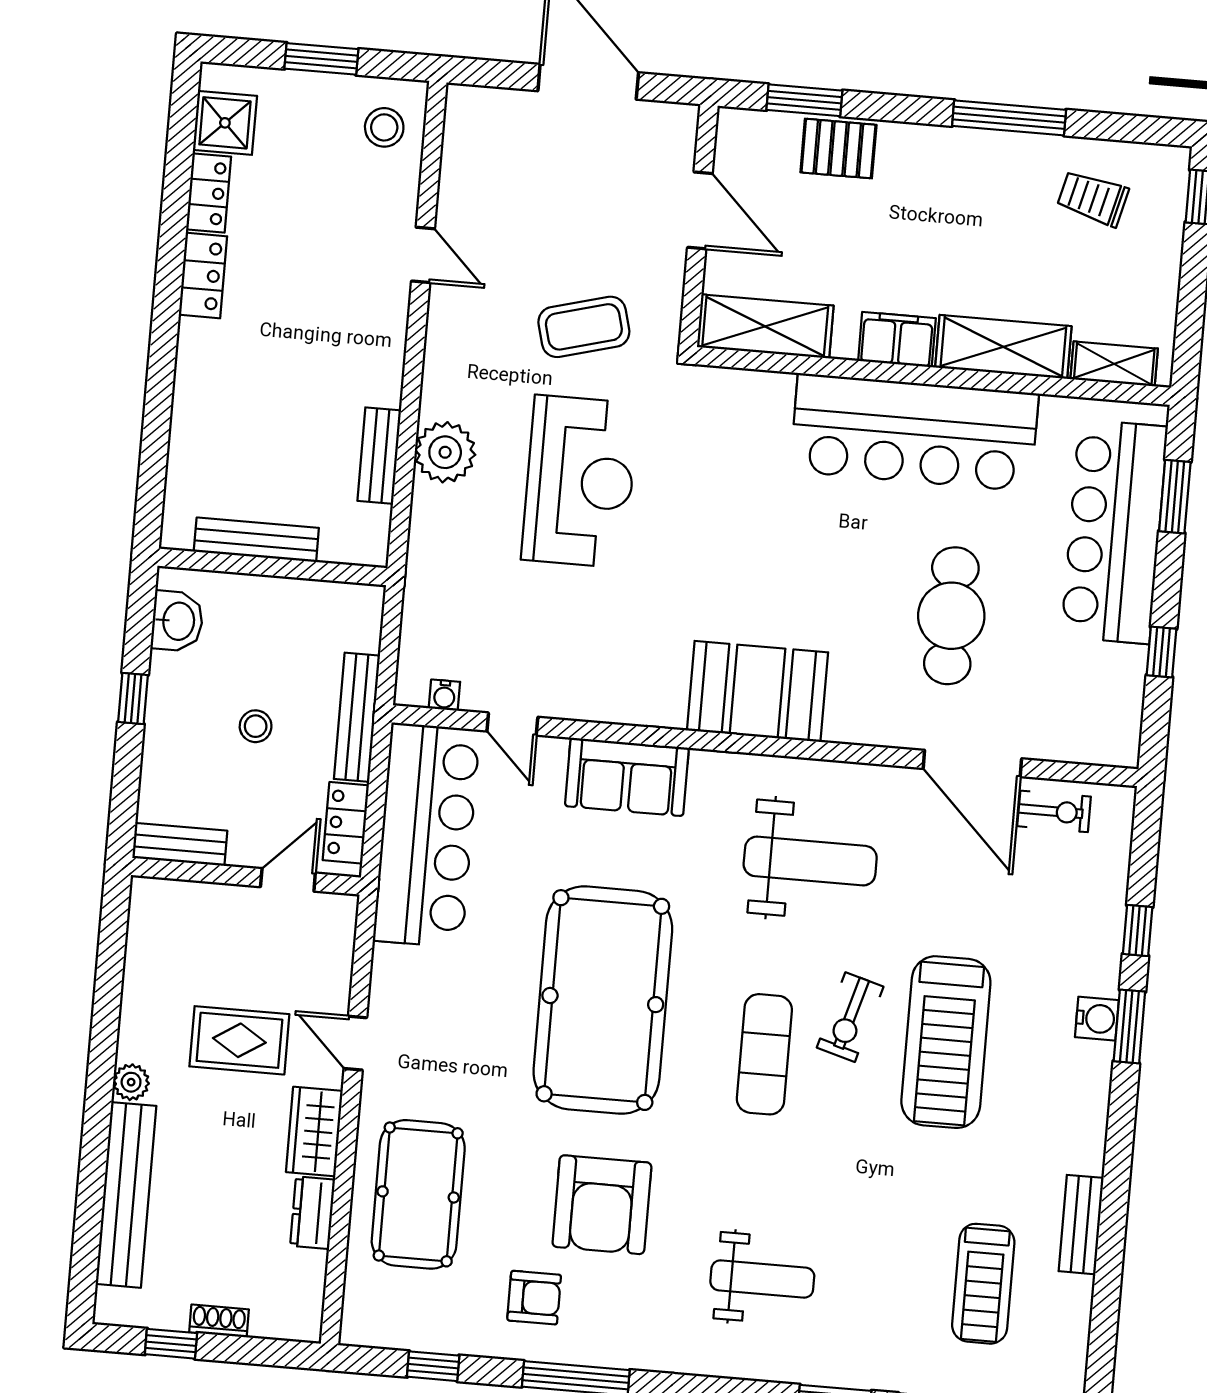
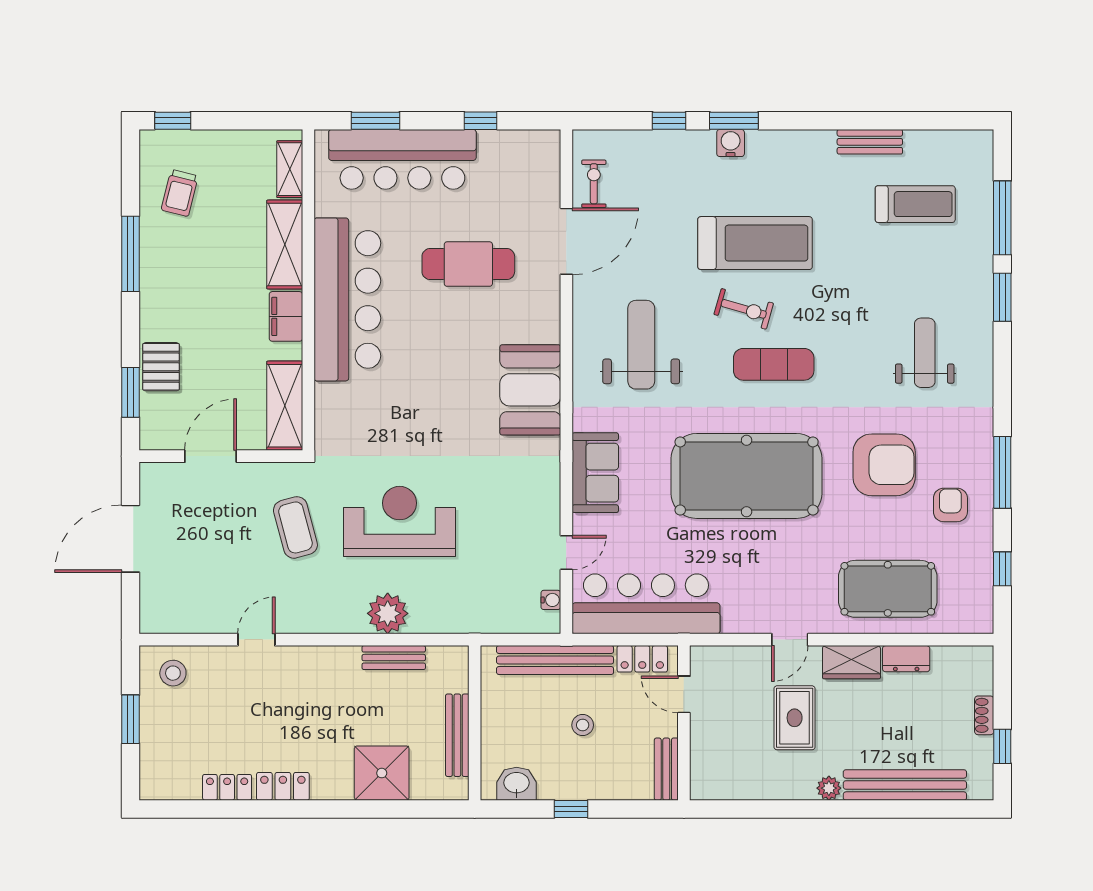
shower: (225, 123) -> (382, 773), moved, width x1.36, depth x1.36
bench: (357, 717) -> (555, 660), width x1.37, depth x1.21

